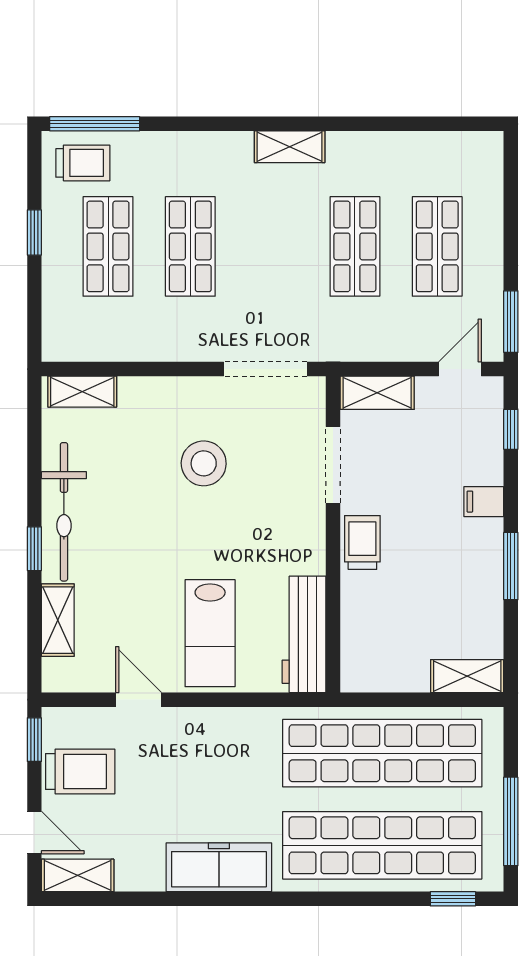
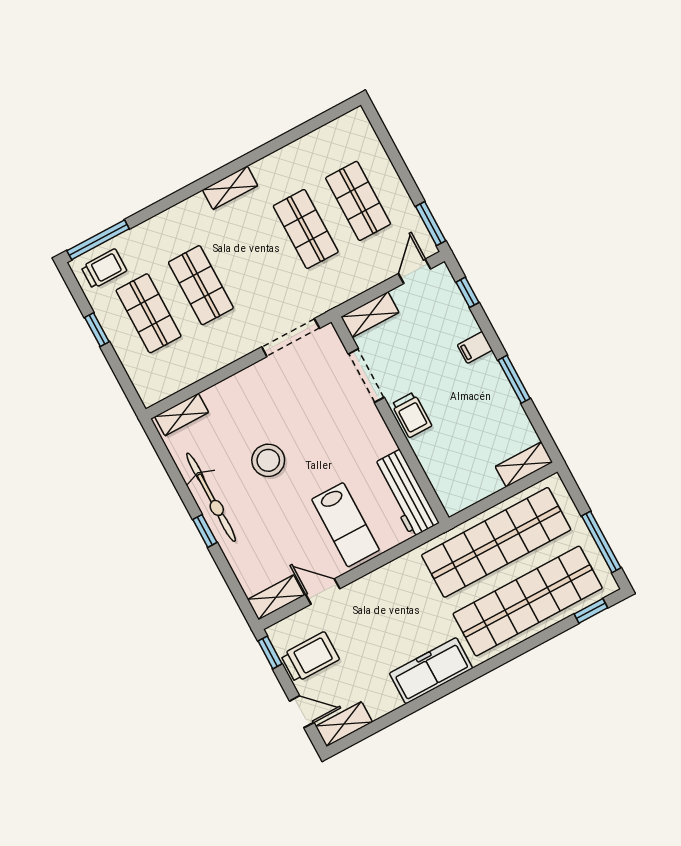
stool: (204, 463) -> (268, 460), moved
trolley: (362, 542) -> (412, 415), turned 180
shelving: (58, 620) -> (276, 597), moved, turned 90

